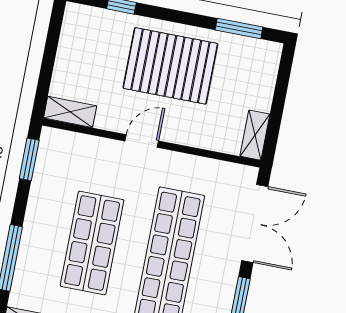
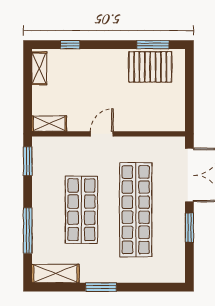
pallet: (170, 66) -> (150, 67), moved, width x0.73, depth x0.71
shelving: (255, 135) -> (39, 68), moved

